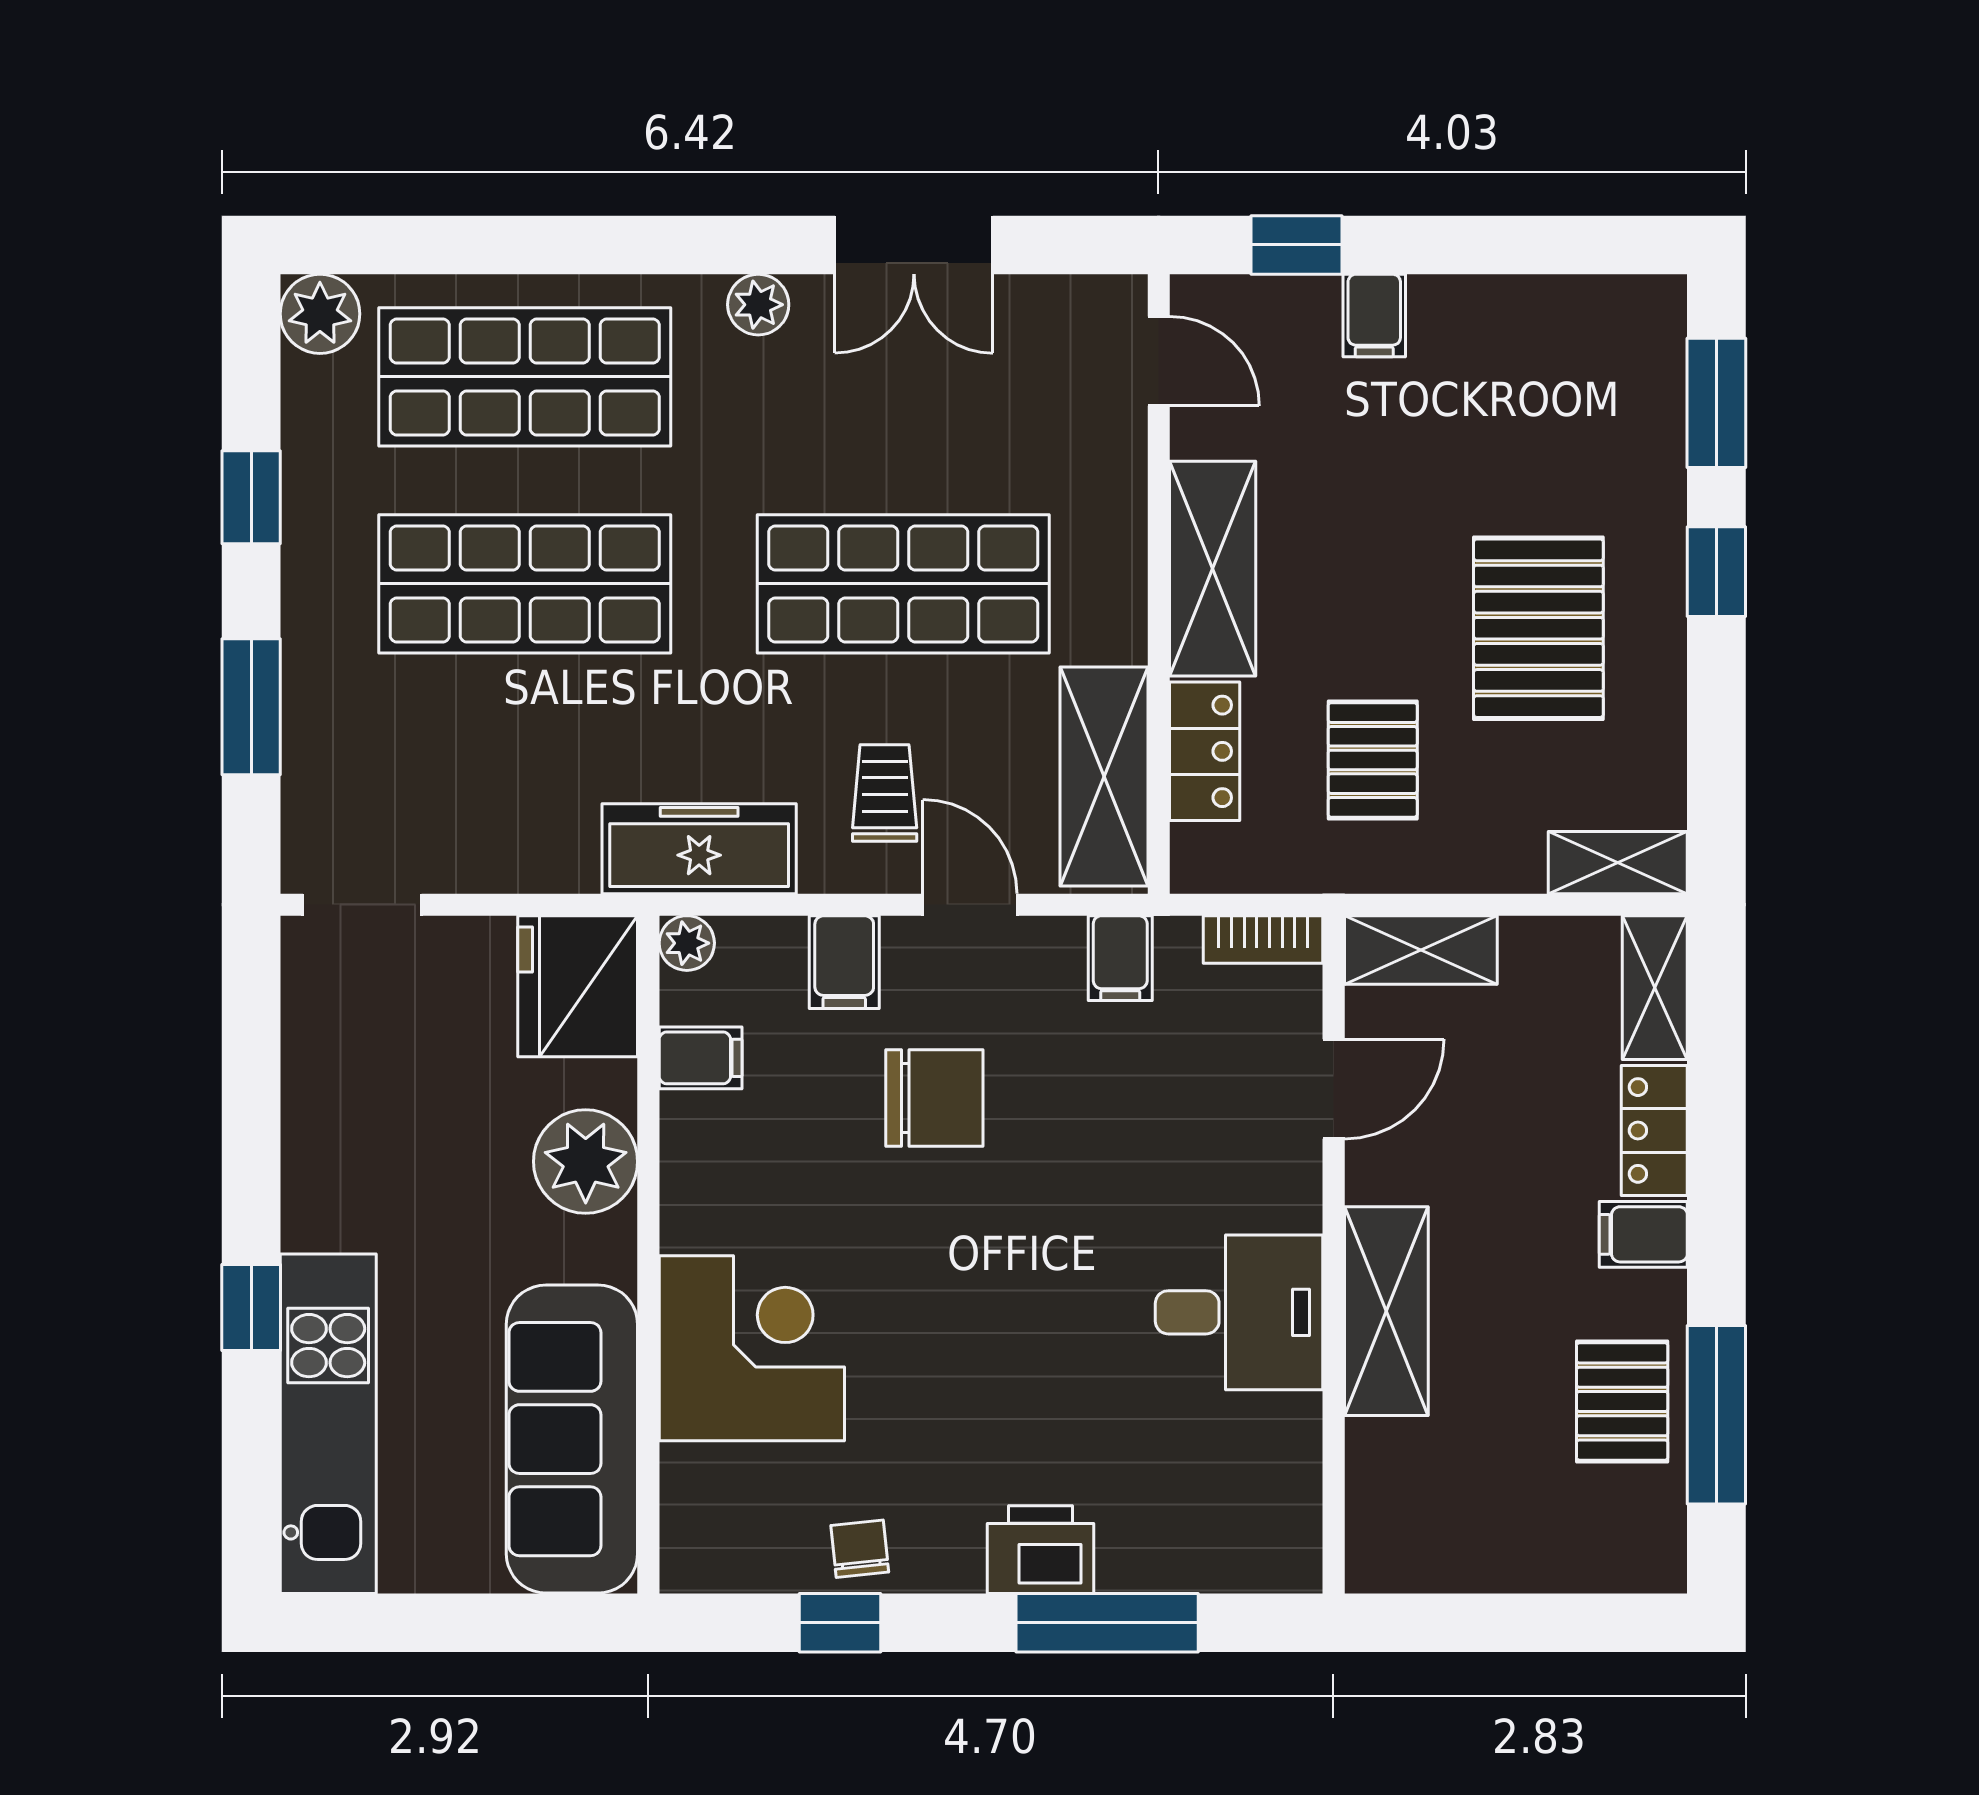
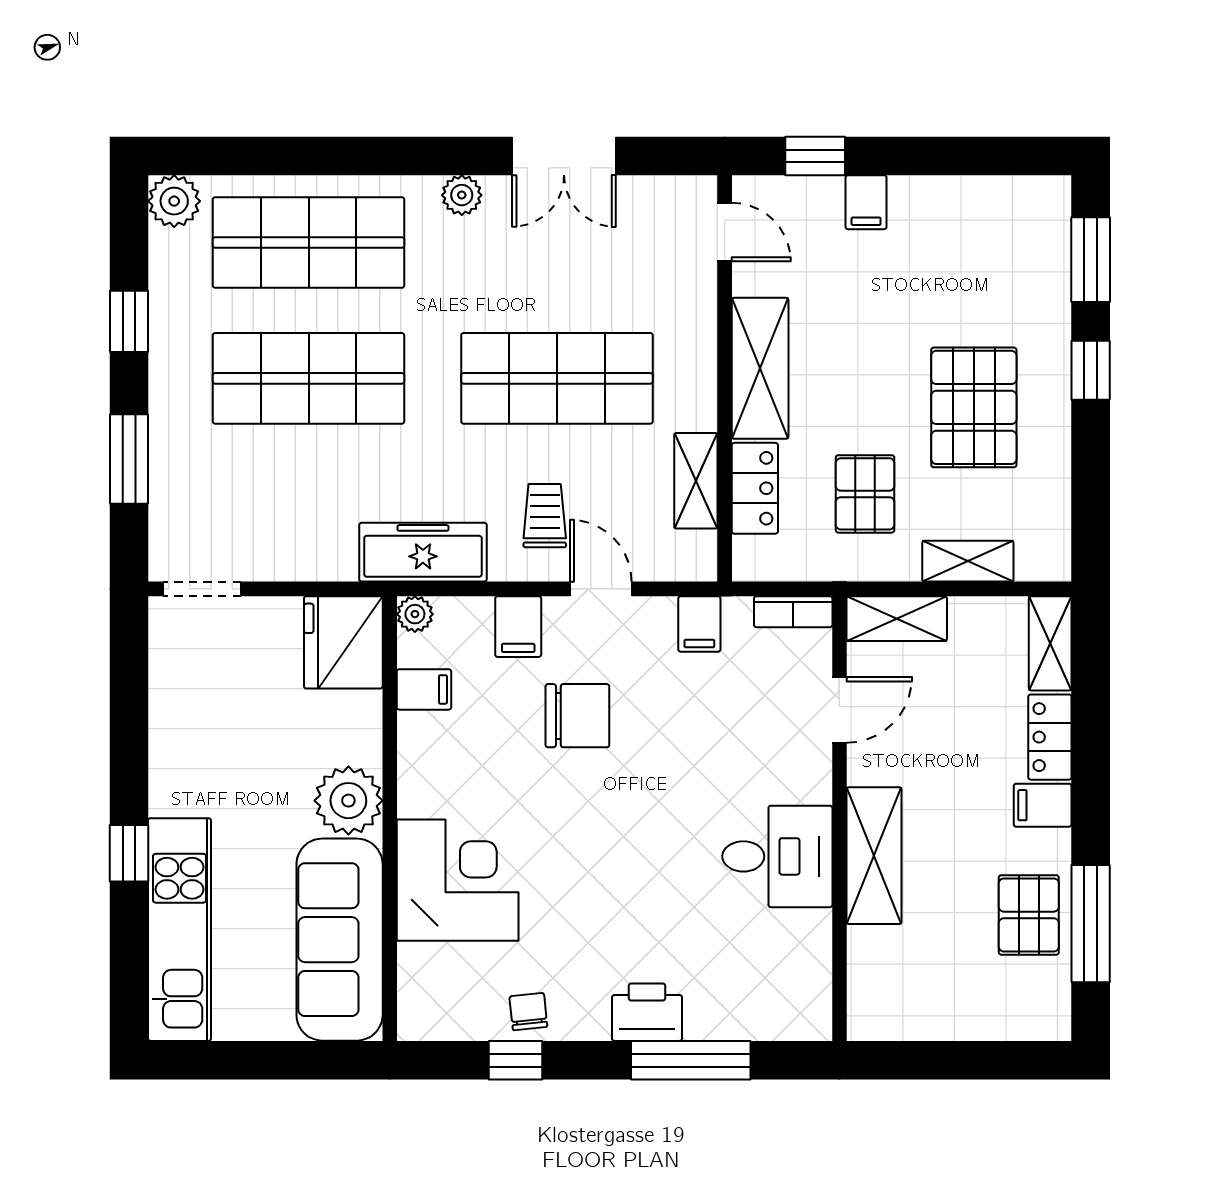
shelving: (1104, 776) -> (696, 481), width x0.67, depth x0.75
shelving: (1618, 863) -> (968, 561), moved
plant: (586, 1162) -> (348, 801), moved

